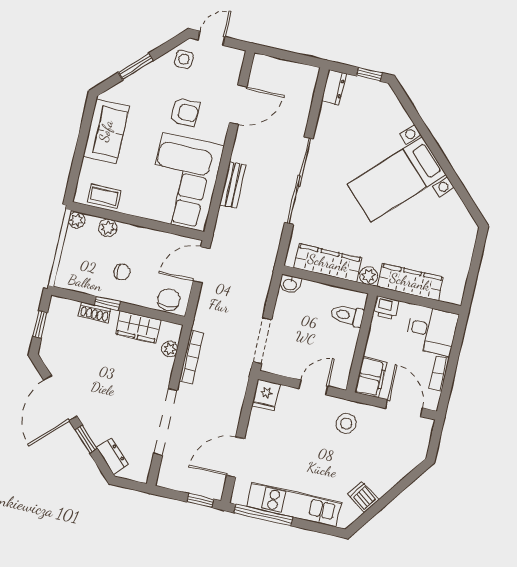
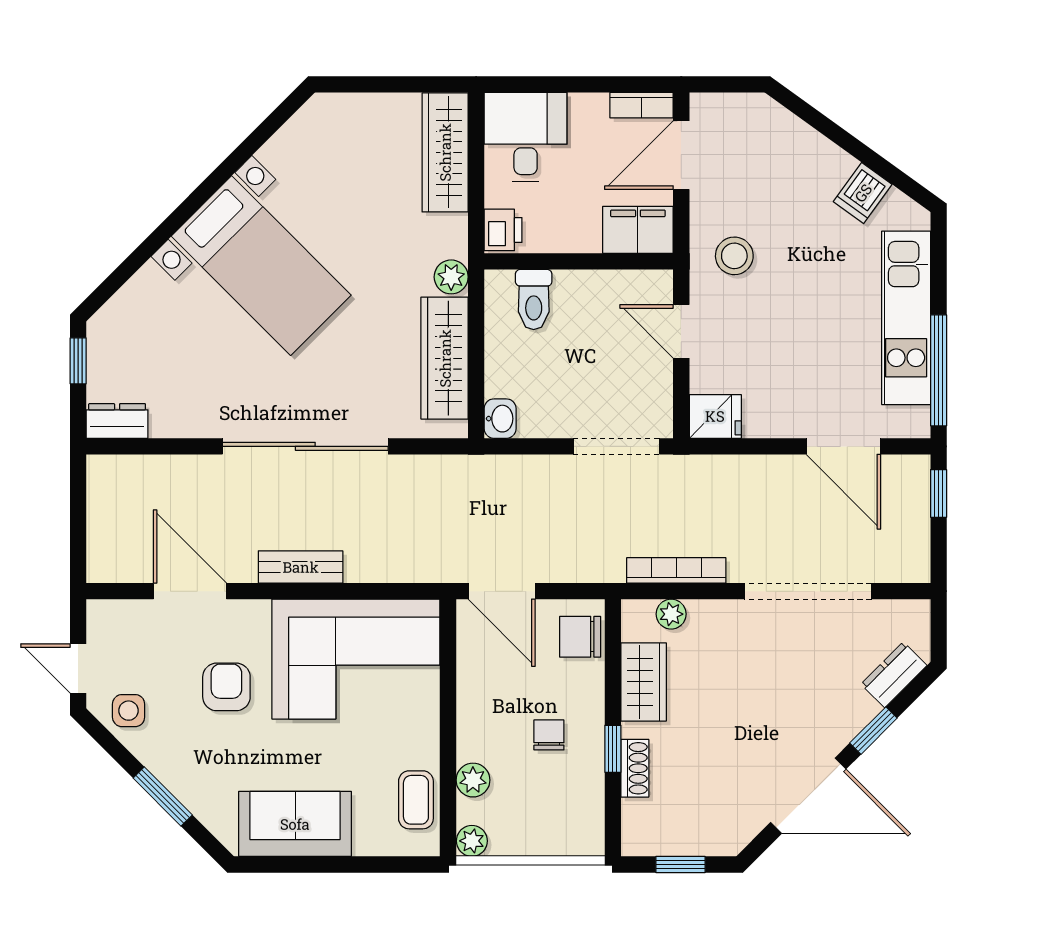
bench: (233, 185) -> (301, 567), moved
wardrobe: (410, 282) -> (445, 152), moved
bookcase: (439, 373) -> (642, 105), moved

